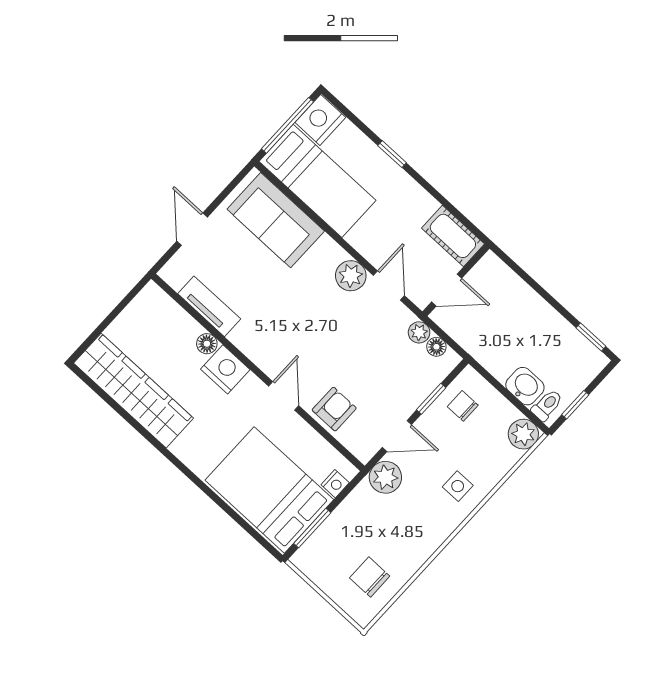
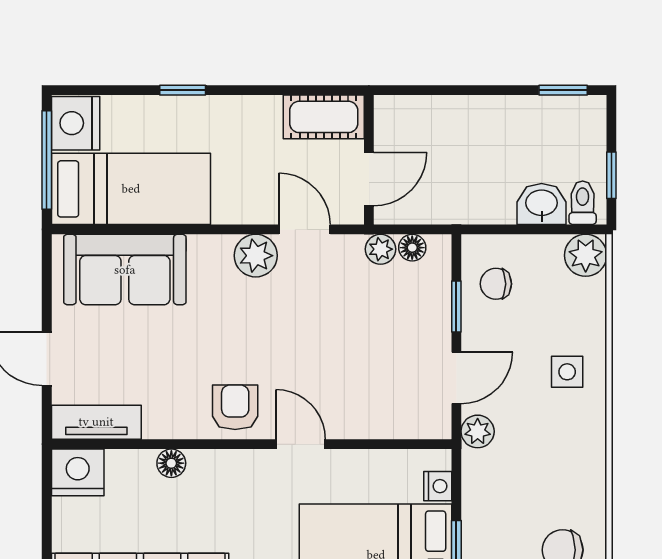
tv unit: (209, 306) -> (96, 422), moved
nightstand: (225, 369) -> (78, 472), moved
armchair: (334, 409) -> (235, 407), moved
plant: (385, 477) -> (478, 431), width x0.73, depth x0.73

